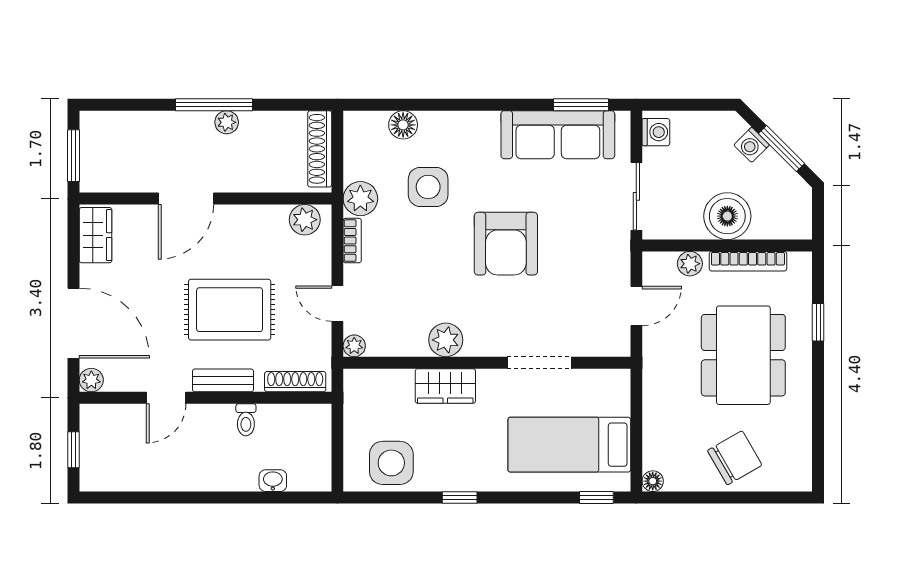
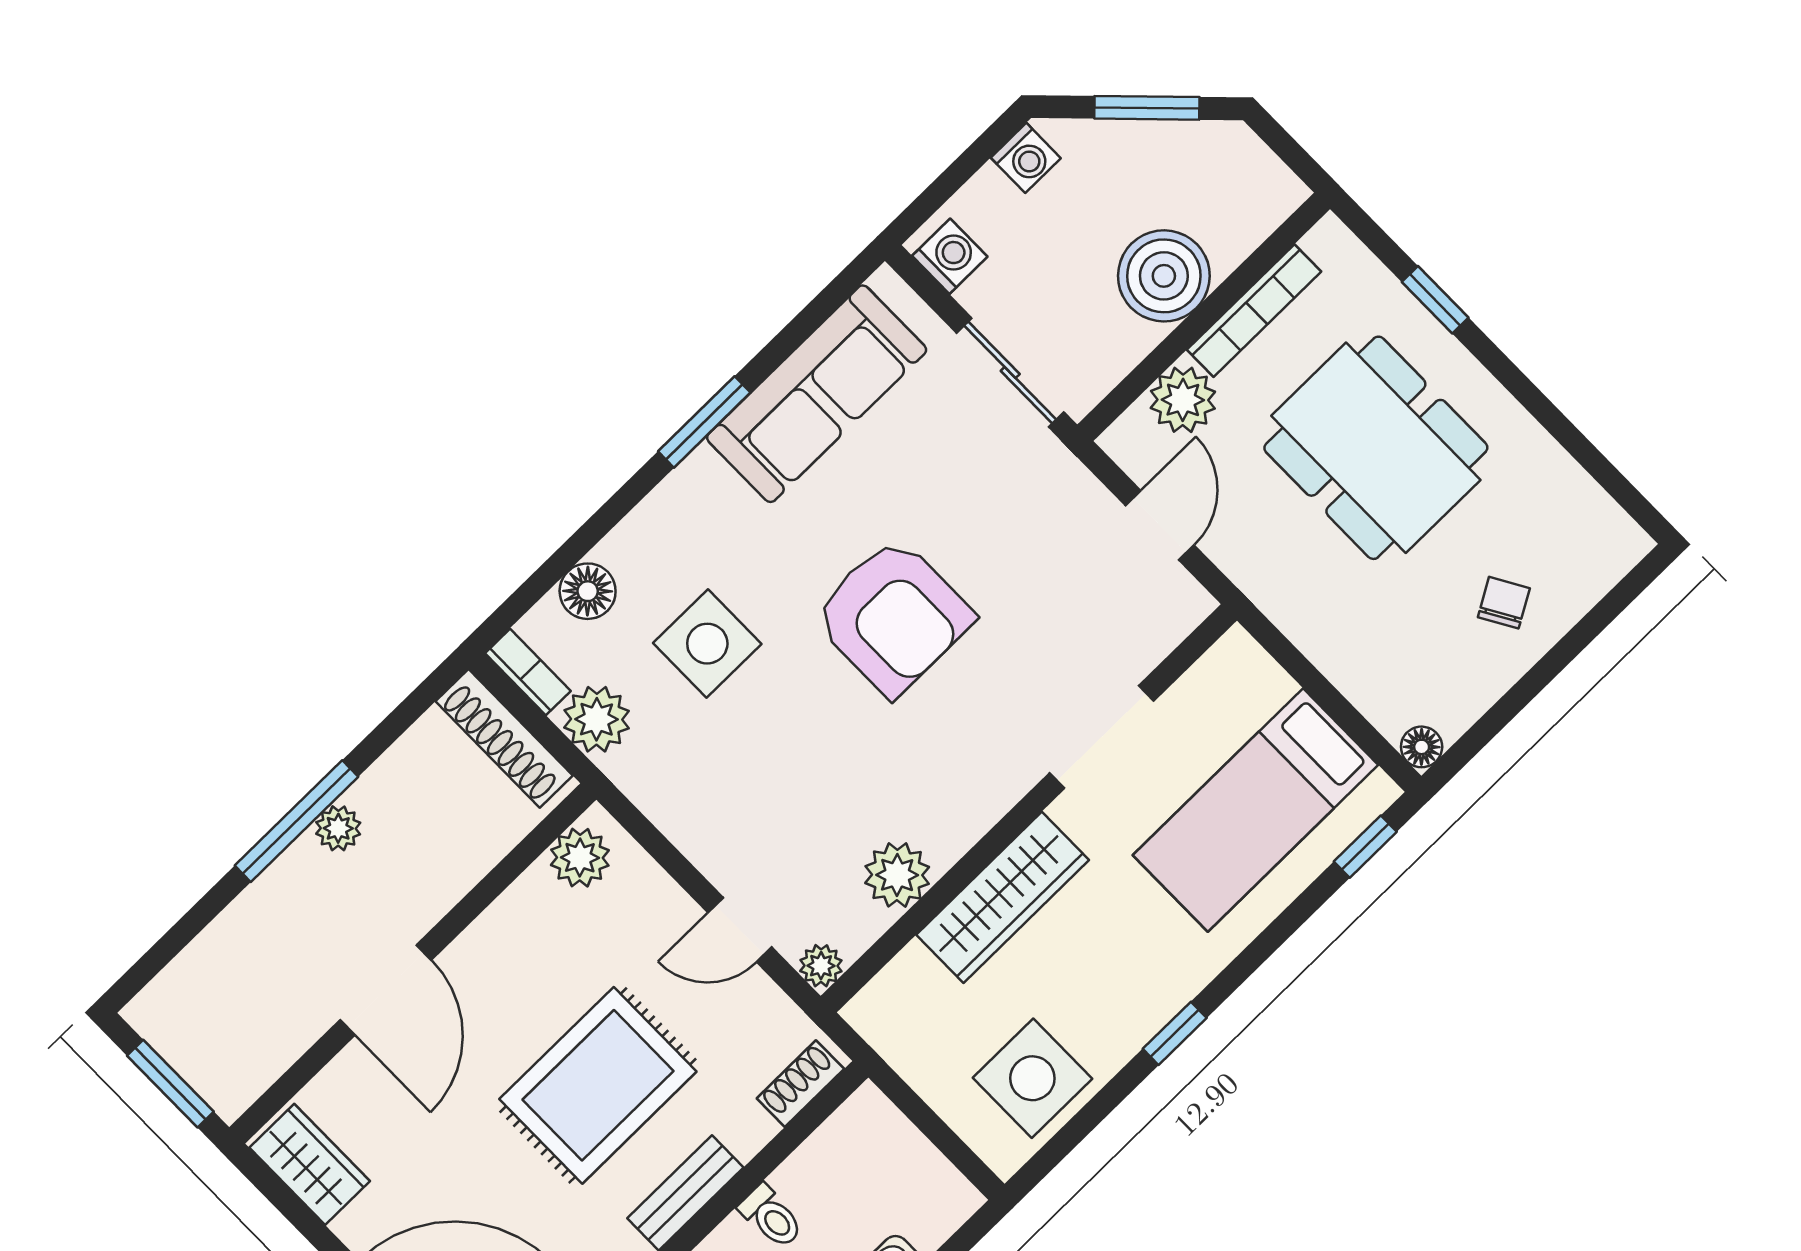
window: (581, 105) -> (704, 422), moved
washing machine: (752, 145) -> (1026, 158), moved, turned -45
plant: (360, 199) -> (597, 719), moved
bookcase: (352, 241) -> (528, 672), moved
plant: (690, 264) -> (1183, 400), width x1.38, depth x1.38
plant: (446, 340) -> (897, 875), moved
shoe rack: (295, 382) -> (800, 1084), width x0.70
wardrobe: (445, 386) -> (1003, 897), width x1.50
chair: (735, 458) -> (1504, 603), width x0.54, depth x0.54

